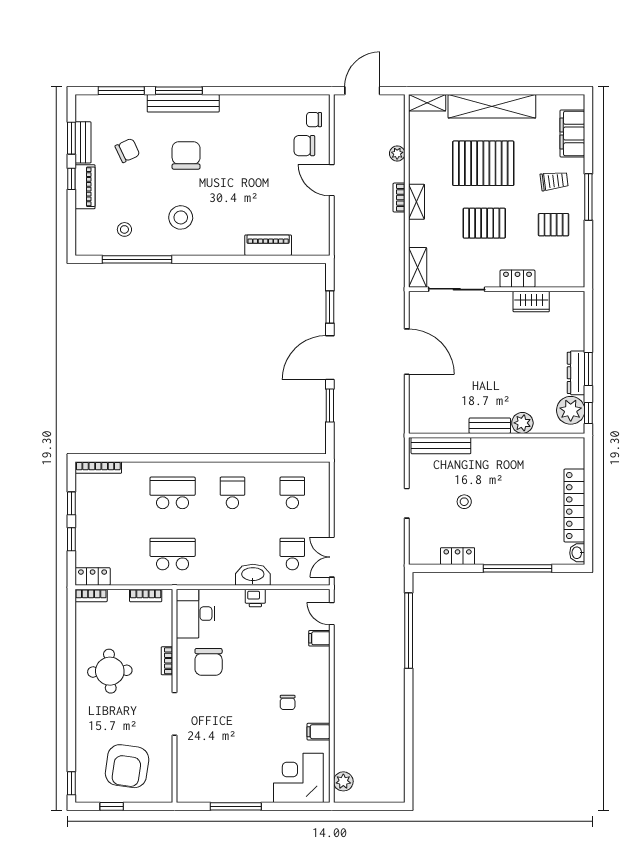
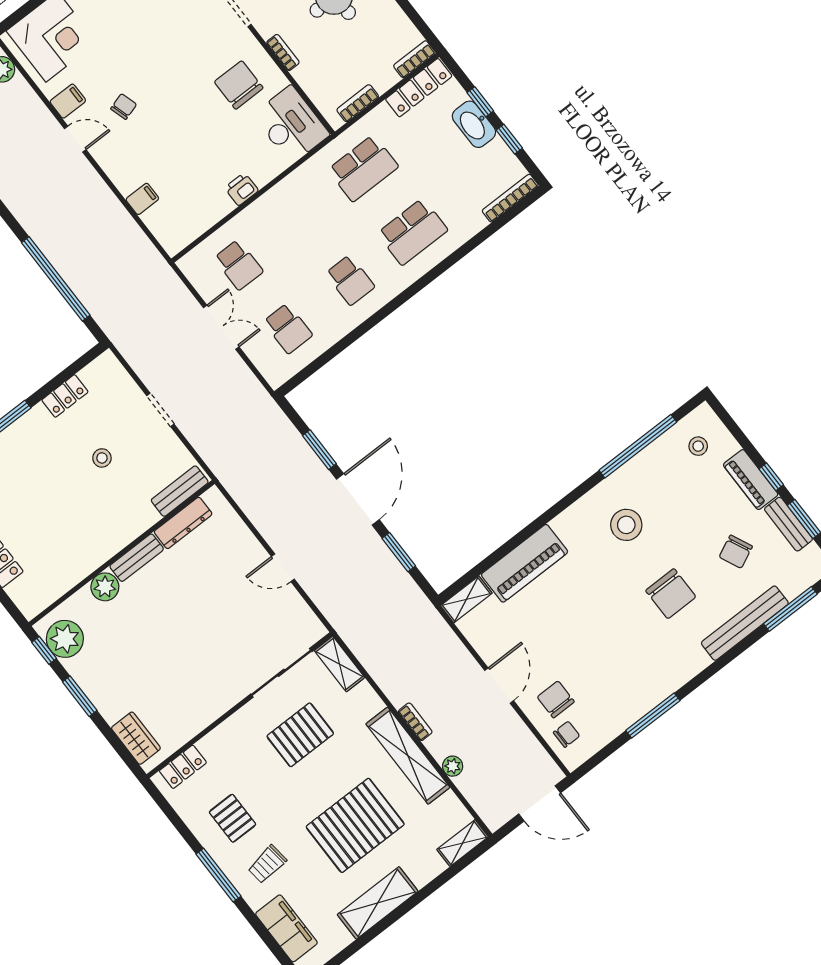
window: (179, 91) -> (653, 716), moved
door: (362, 91) -> (540, 803), hinge flipped
bench: (183, 103) -> (745, 623), moved
shelving: (492, 106) -> (378, 903), width x0.68
chair: (304, 146) -> (556, 699), turned -90
door: (332, 180) -> (499, 686), hinge flipped
shelving: (417, 202) -> (408, 756), width x2.20, depth x1.33
pallet: (484, 223) -> (300, 735), moved
pallet: (554, 225) -> (233, 818), turned 90
stool: (124, 229) -> (698, 446), moved
piano: (268, 245) -> (525, 563), width x1.37, depth x1.33
shelving: (311, 247) -> (466, 599), added
locker: (517, 279) -> (183, 767), moved
wardrobe: (531, 302) -> (136, 738), moved, turned 90
door: (407, 352) -> (283, 568), width x0.53
dresser: (576, 373) -> (183, 523), moved, turned 90
bench: (441, 446) -> (180, 491), width x0.73
double door: (332, 557) -> (221, 327), moved
washbasin: (253, 575) -> (474, 124), moved, turned 90
locker: (93, 576) -> (419, 88), width x1.53
door: (332, 614) -> (75, 139), moved
chair: (288, 702) -> (124, 106), turned 73

